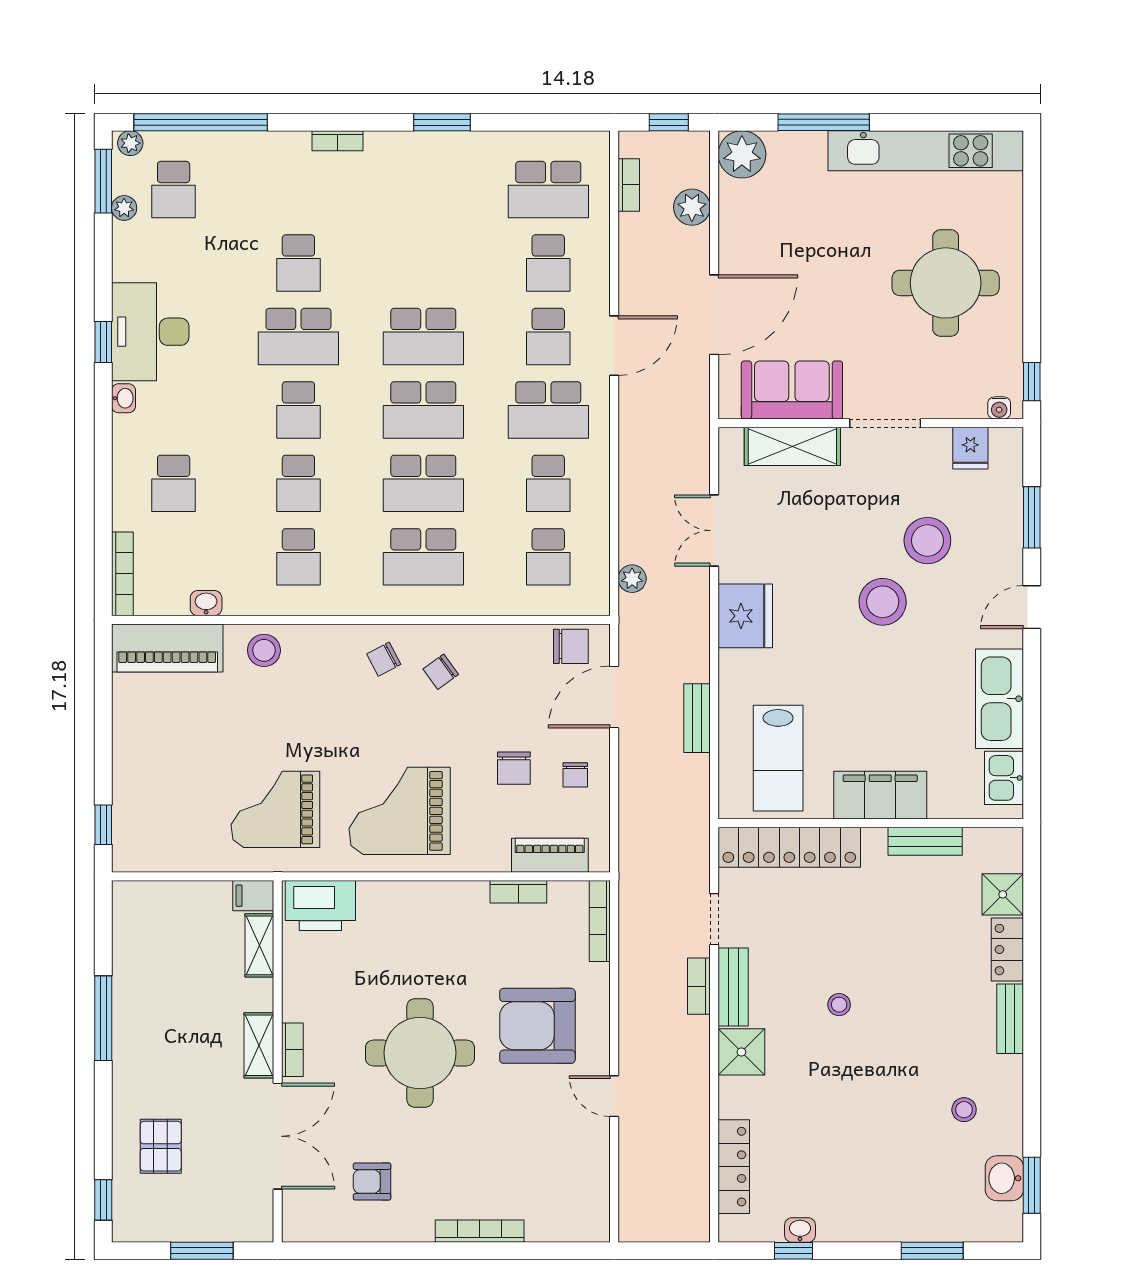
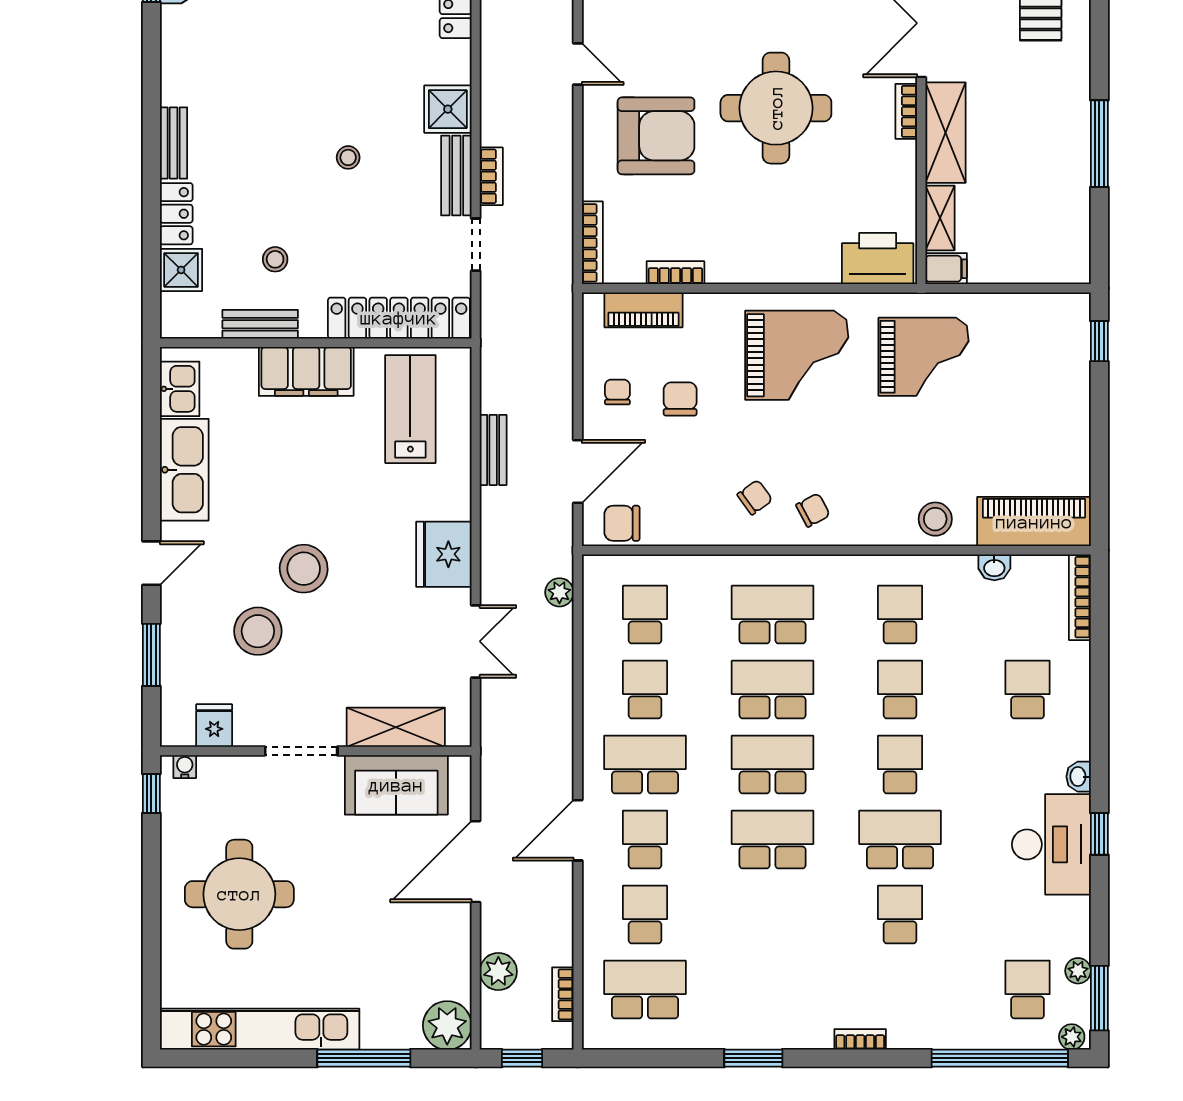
shelving: (259, 1045) -> (945, 133), width x1.50, depth x1.33
stool: (964, 1110) -> (275, 259), moved

